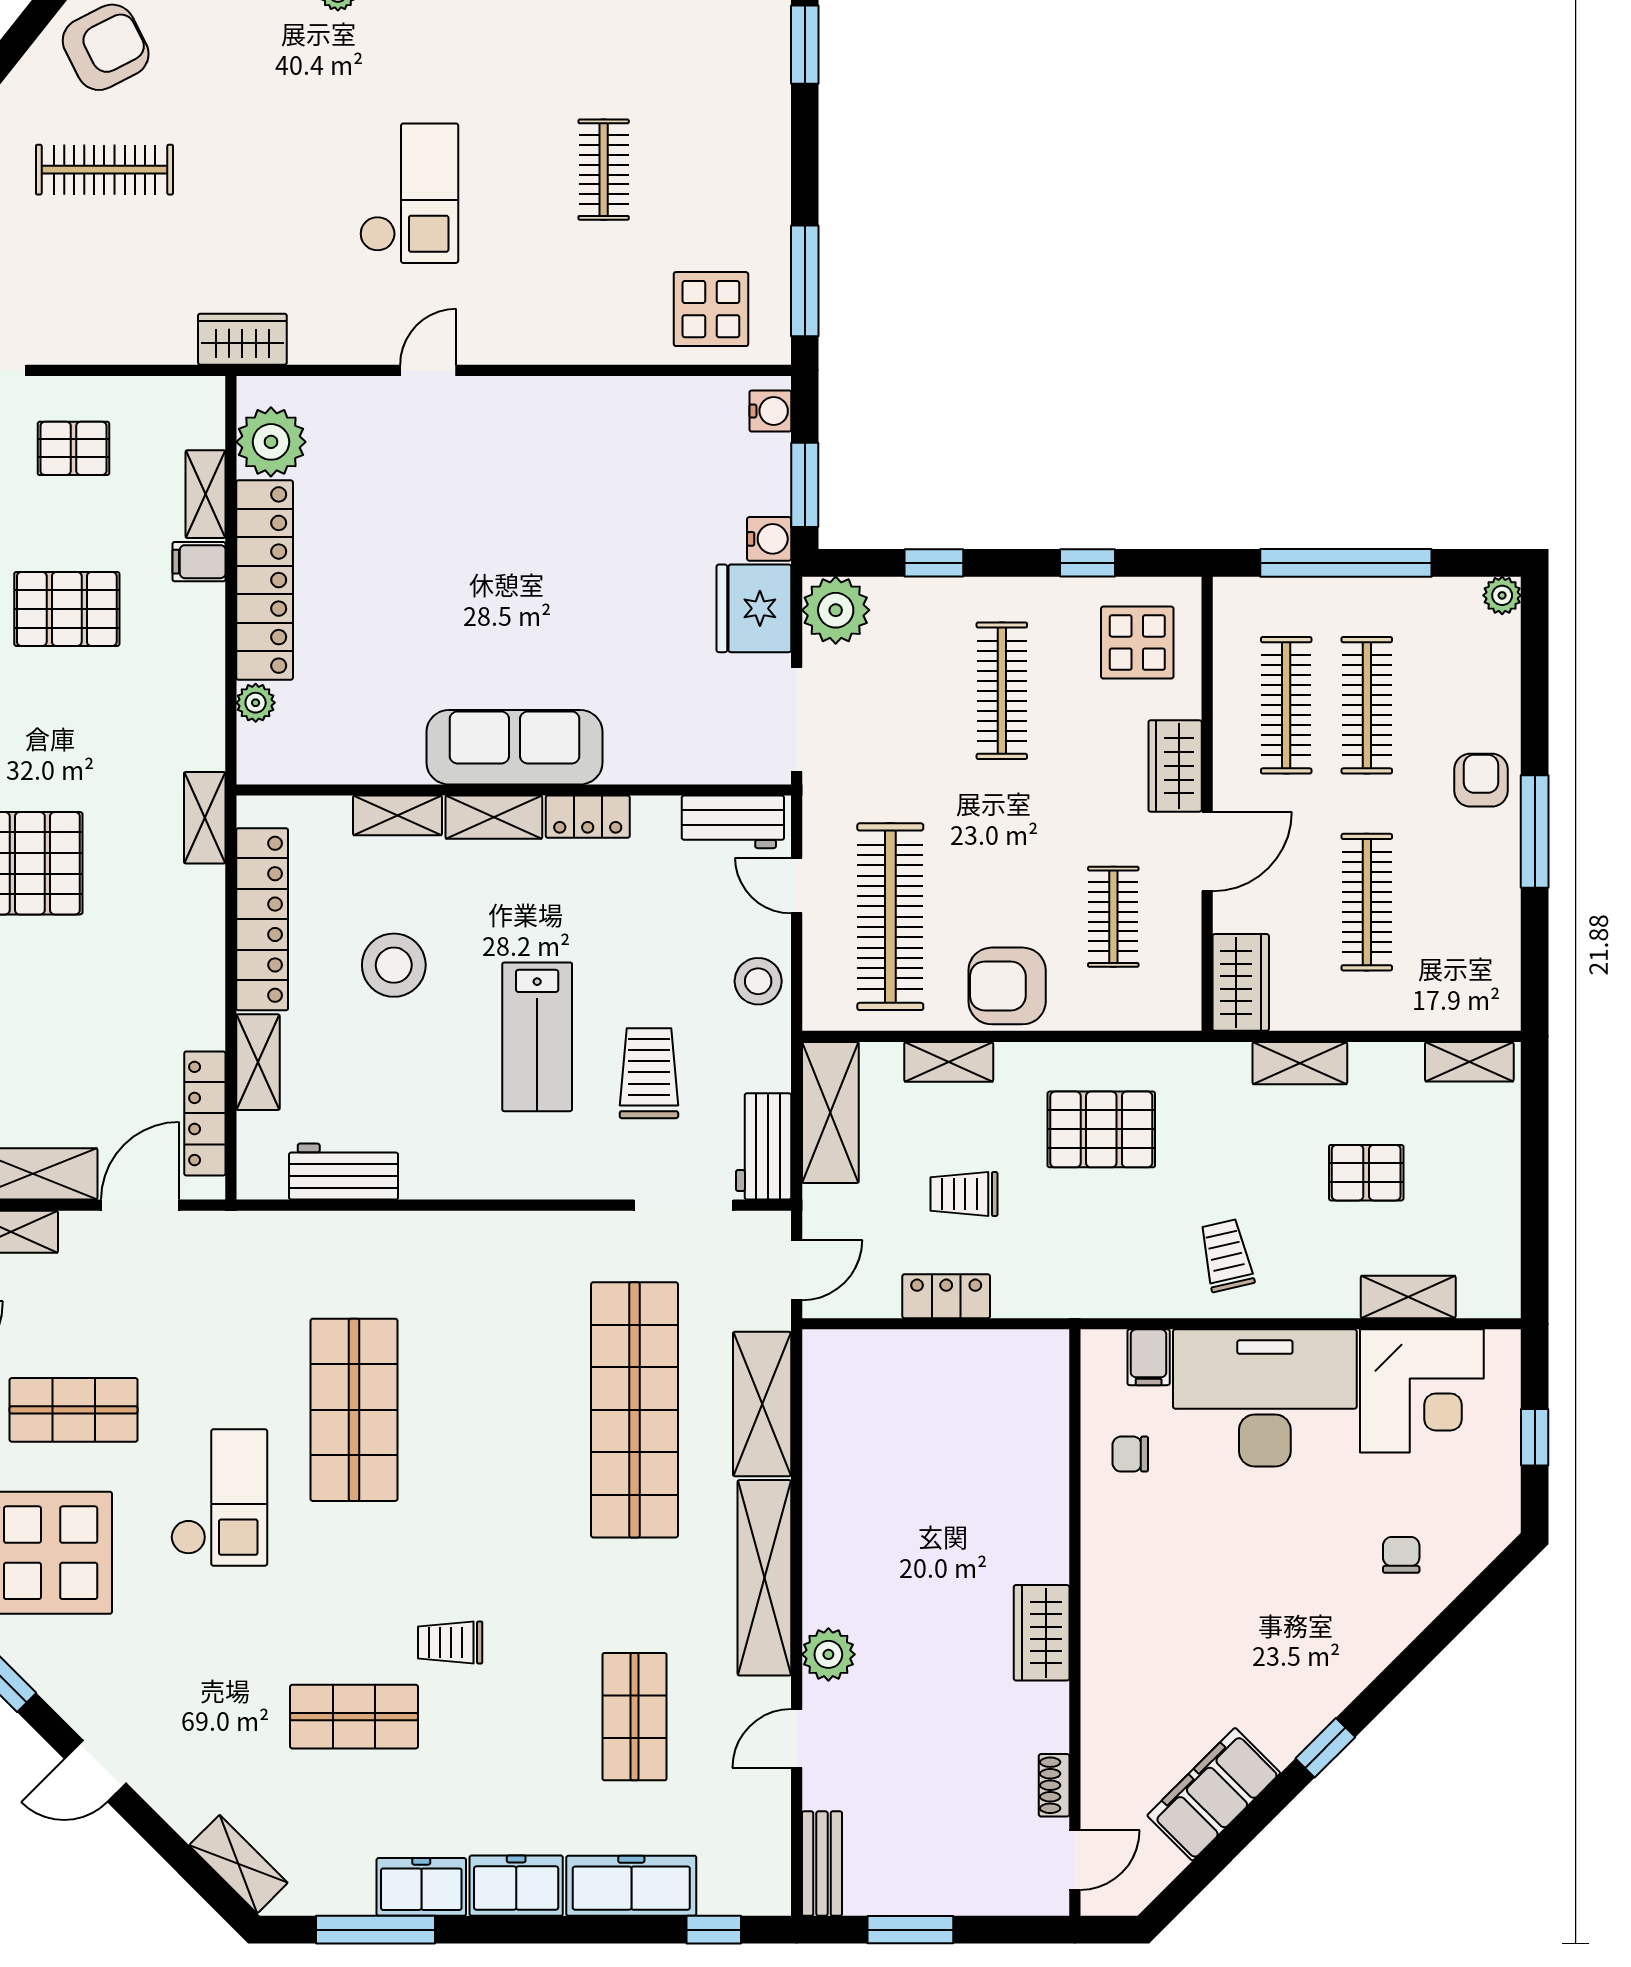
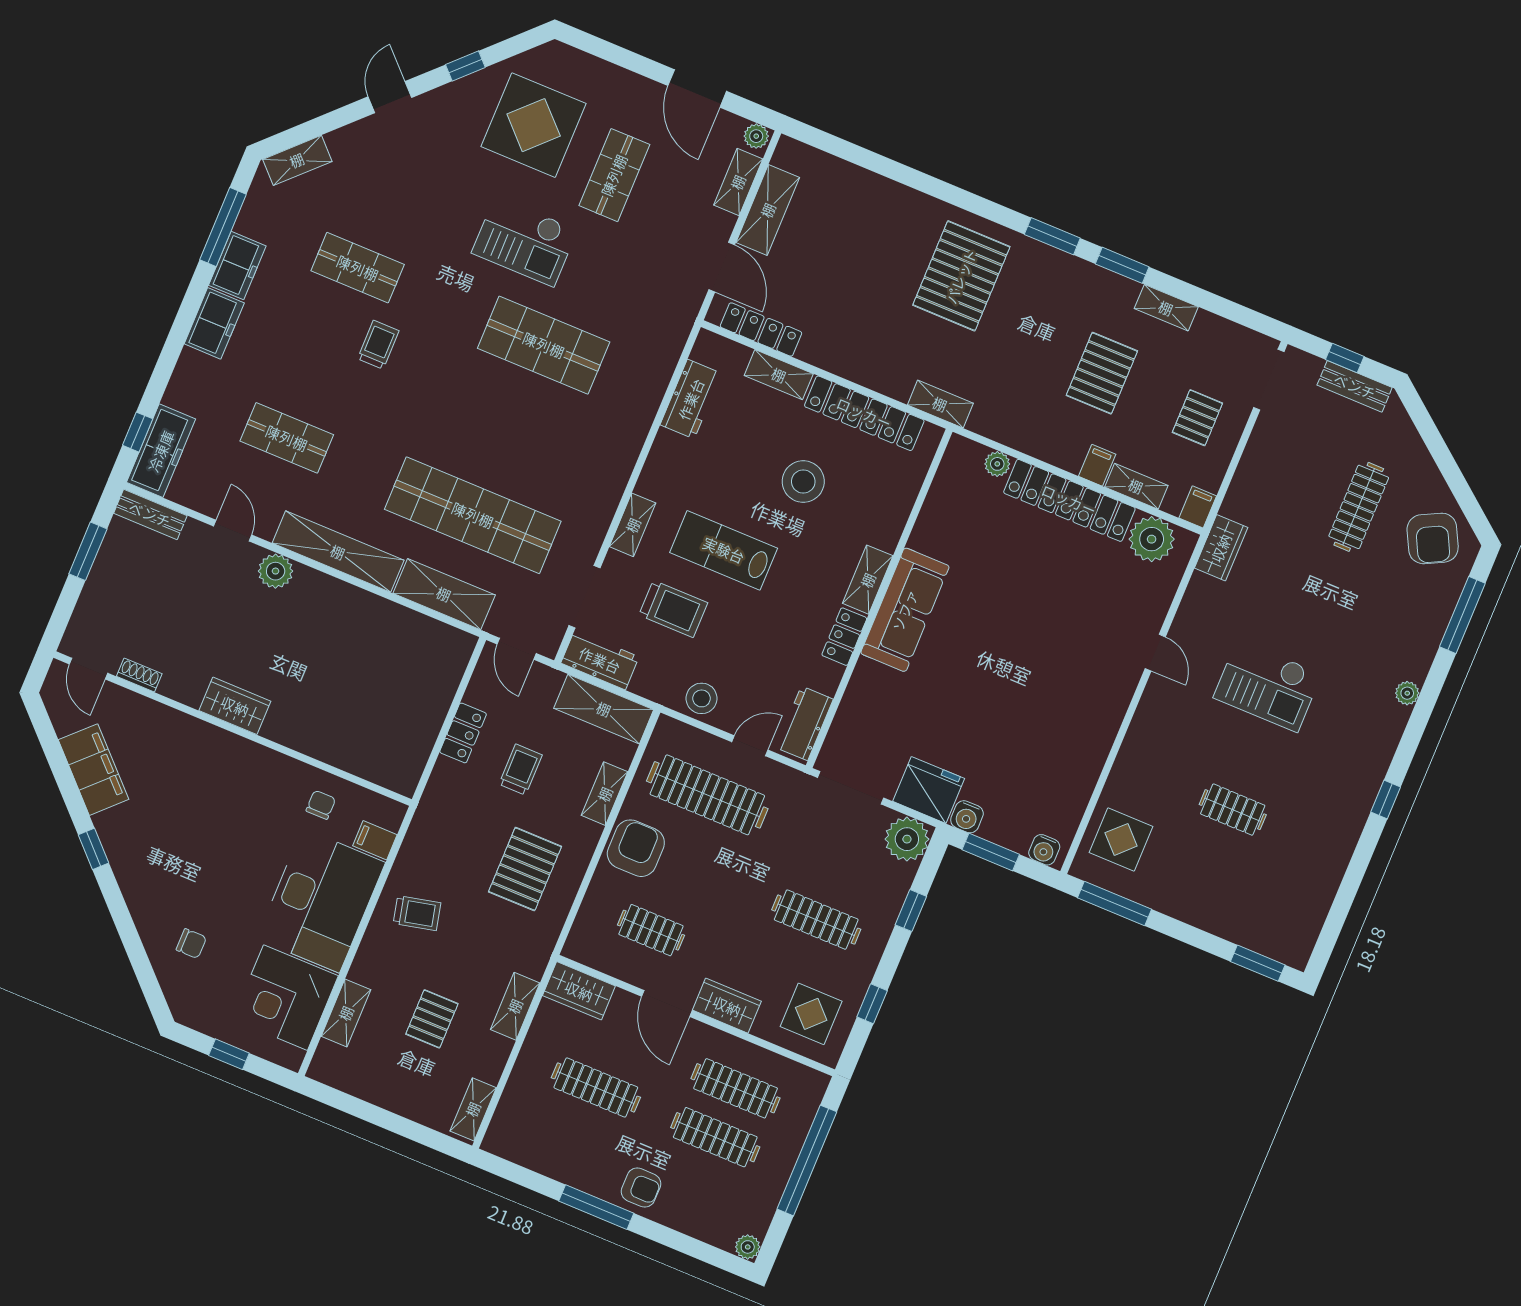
filing cabinet: (199, 396) -> (1198, 507), added
shelving: (397, 815) -> (633, 525), moved
shop shelf: (354, 1717) -> (358, 268), turned 90
freezer: (631, 1886) -> (161, 451), moved

